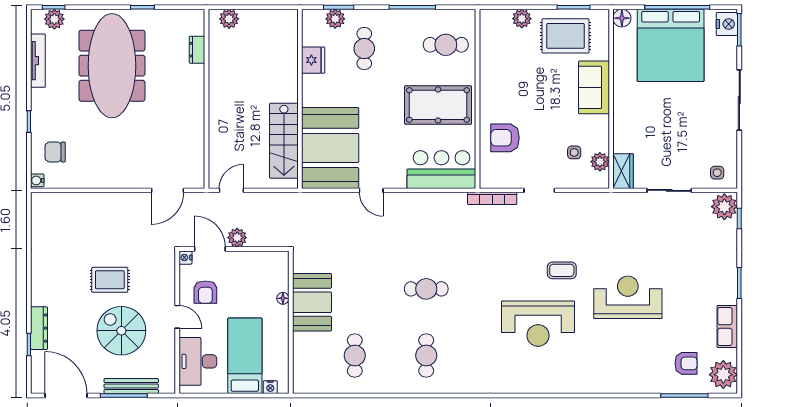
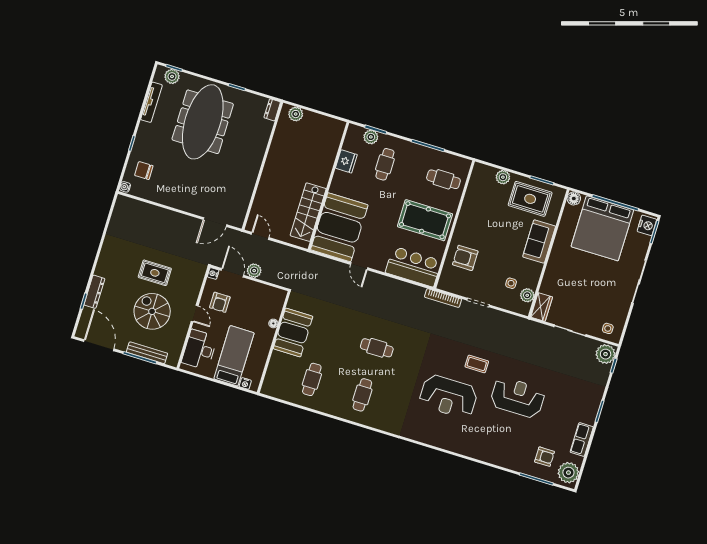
dresser: (197, 50) -> (272, 110), moved
door: (231, 190) -> (260, 236), hinge flipped

